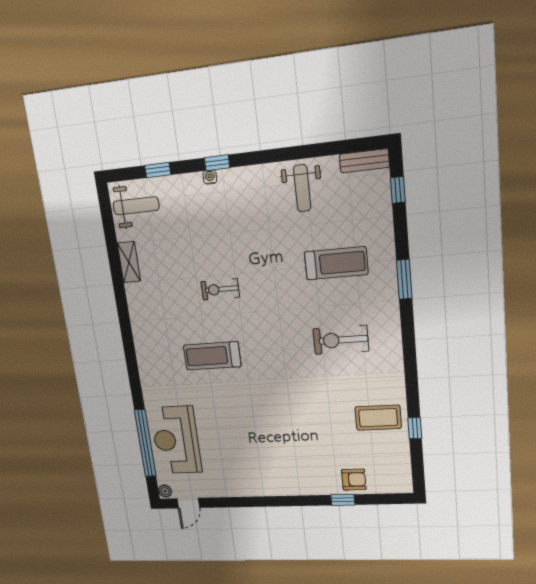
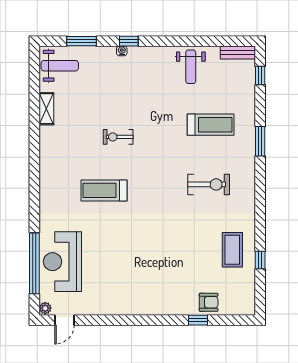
window: (158, 170) -> (82, 41), width x1.50
exercise bike: (341, 340) -> (209, 184), turned 180
coffee table: (378, 418) -> (232, 250), turned 90

